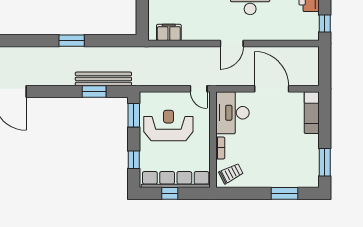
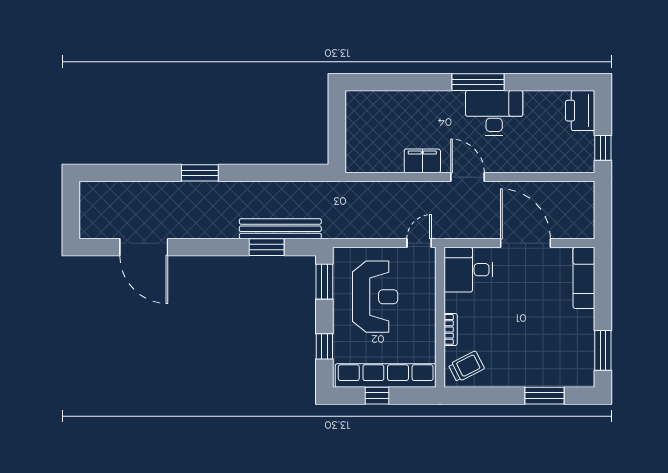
filing cabinet: (169, 32) -> (422, 161), moved
window: (72, 41) -> (200, 173), moved
door: (232, 43) -> (468, 177), swing flipped
door: (199, 89) -> (419, 243), swing flipped
desk: (232, 113) -> (468, 270), width x0.73
reception desk: (168, 126) -> (375, 297), turned 90

